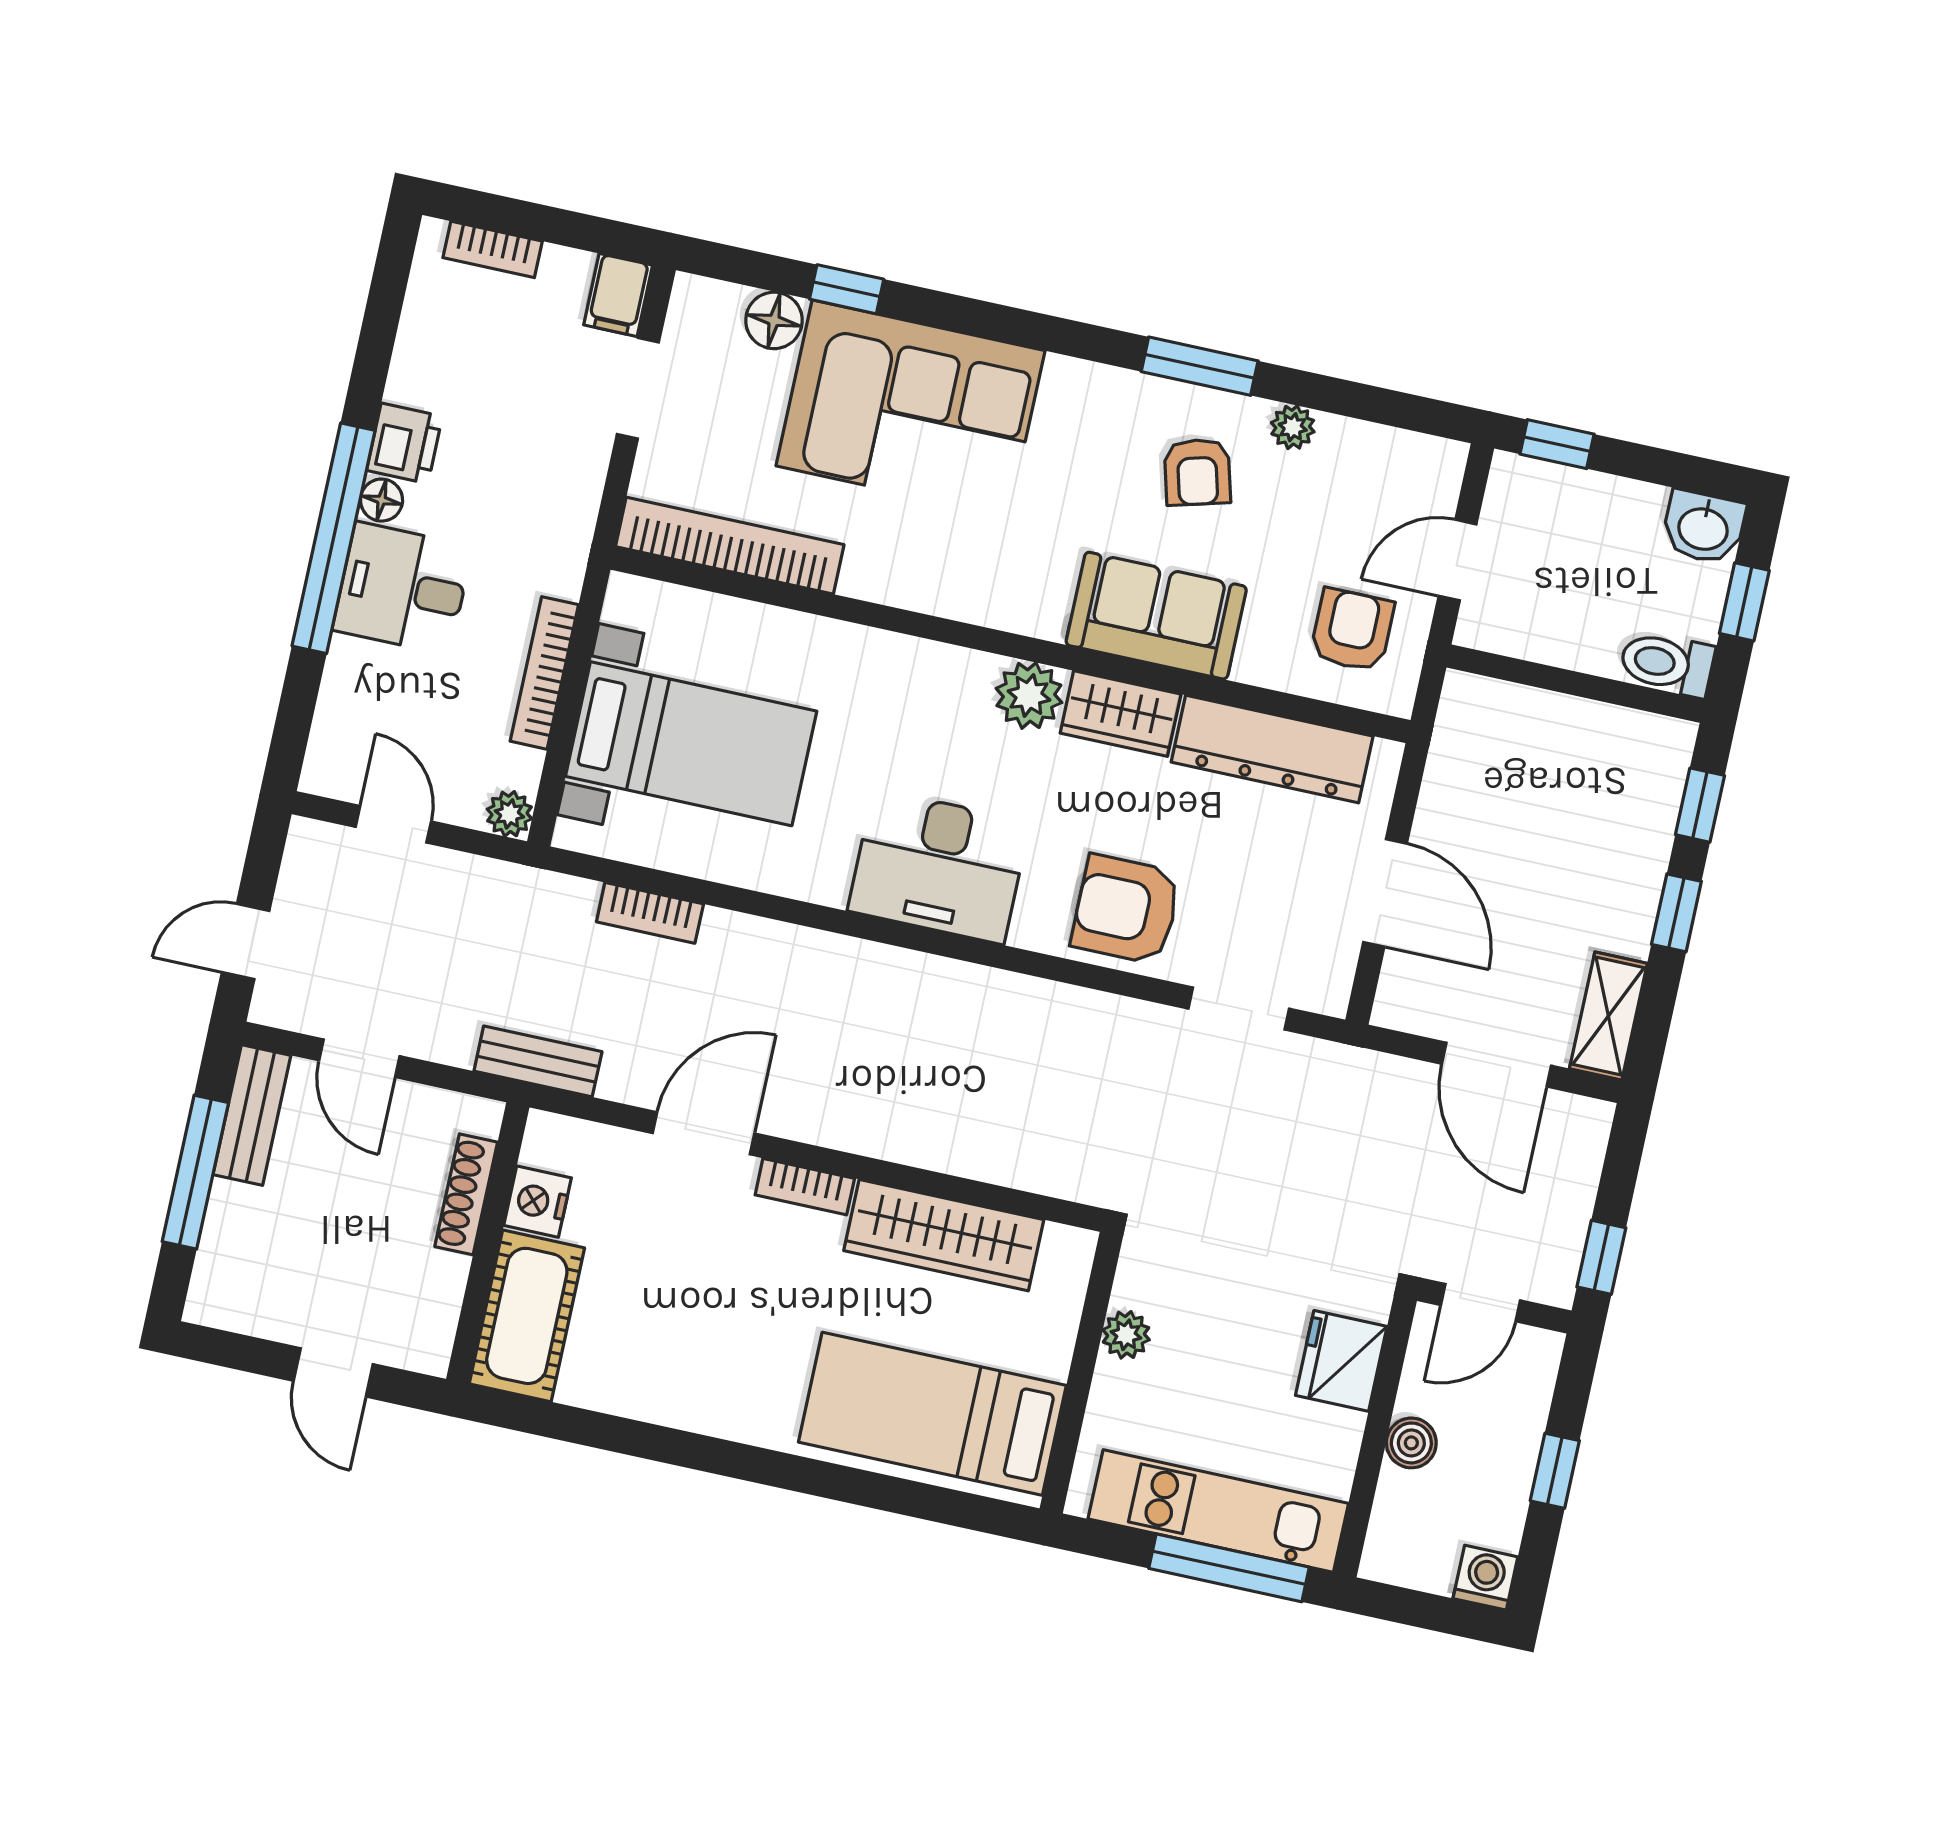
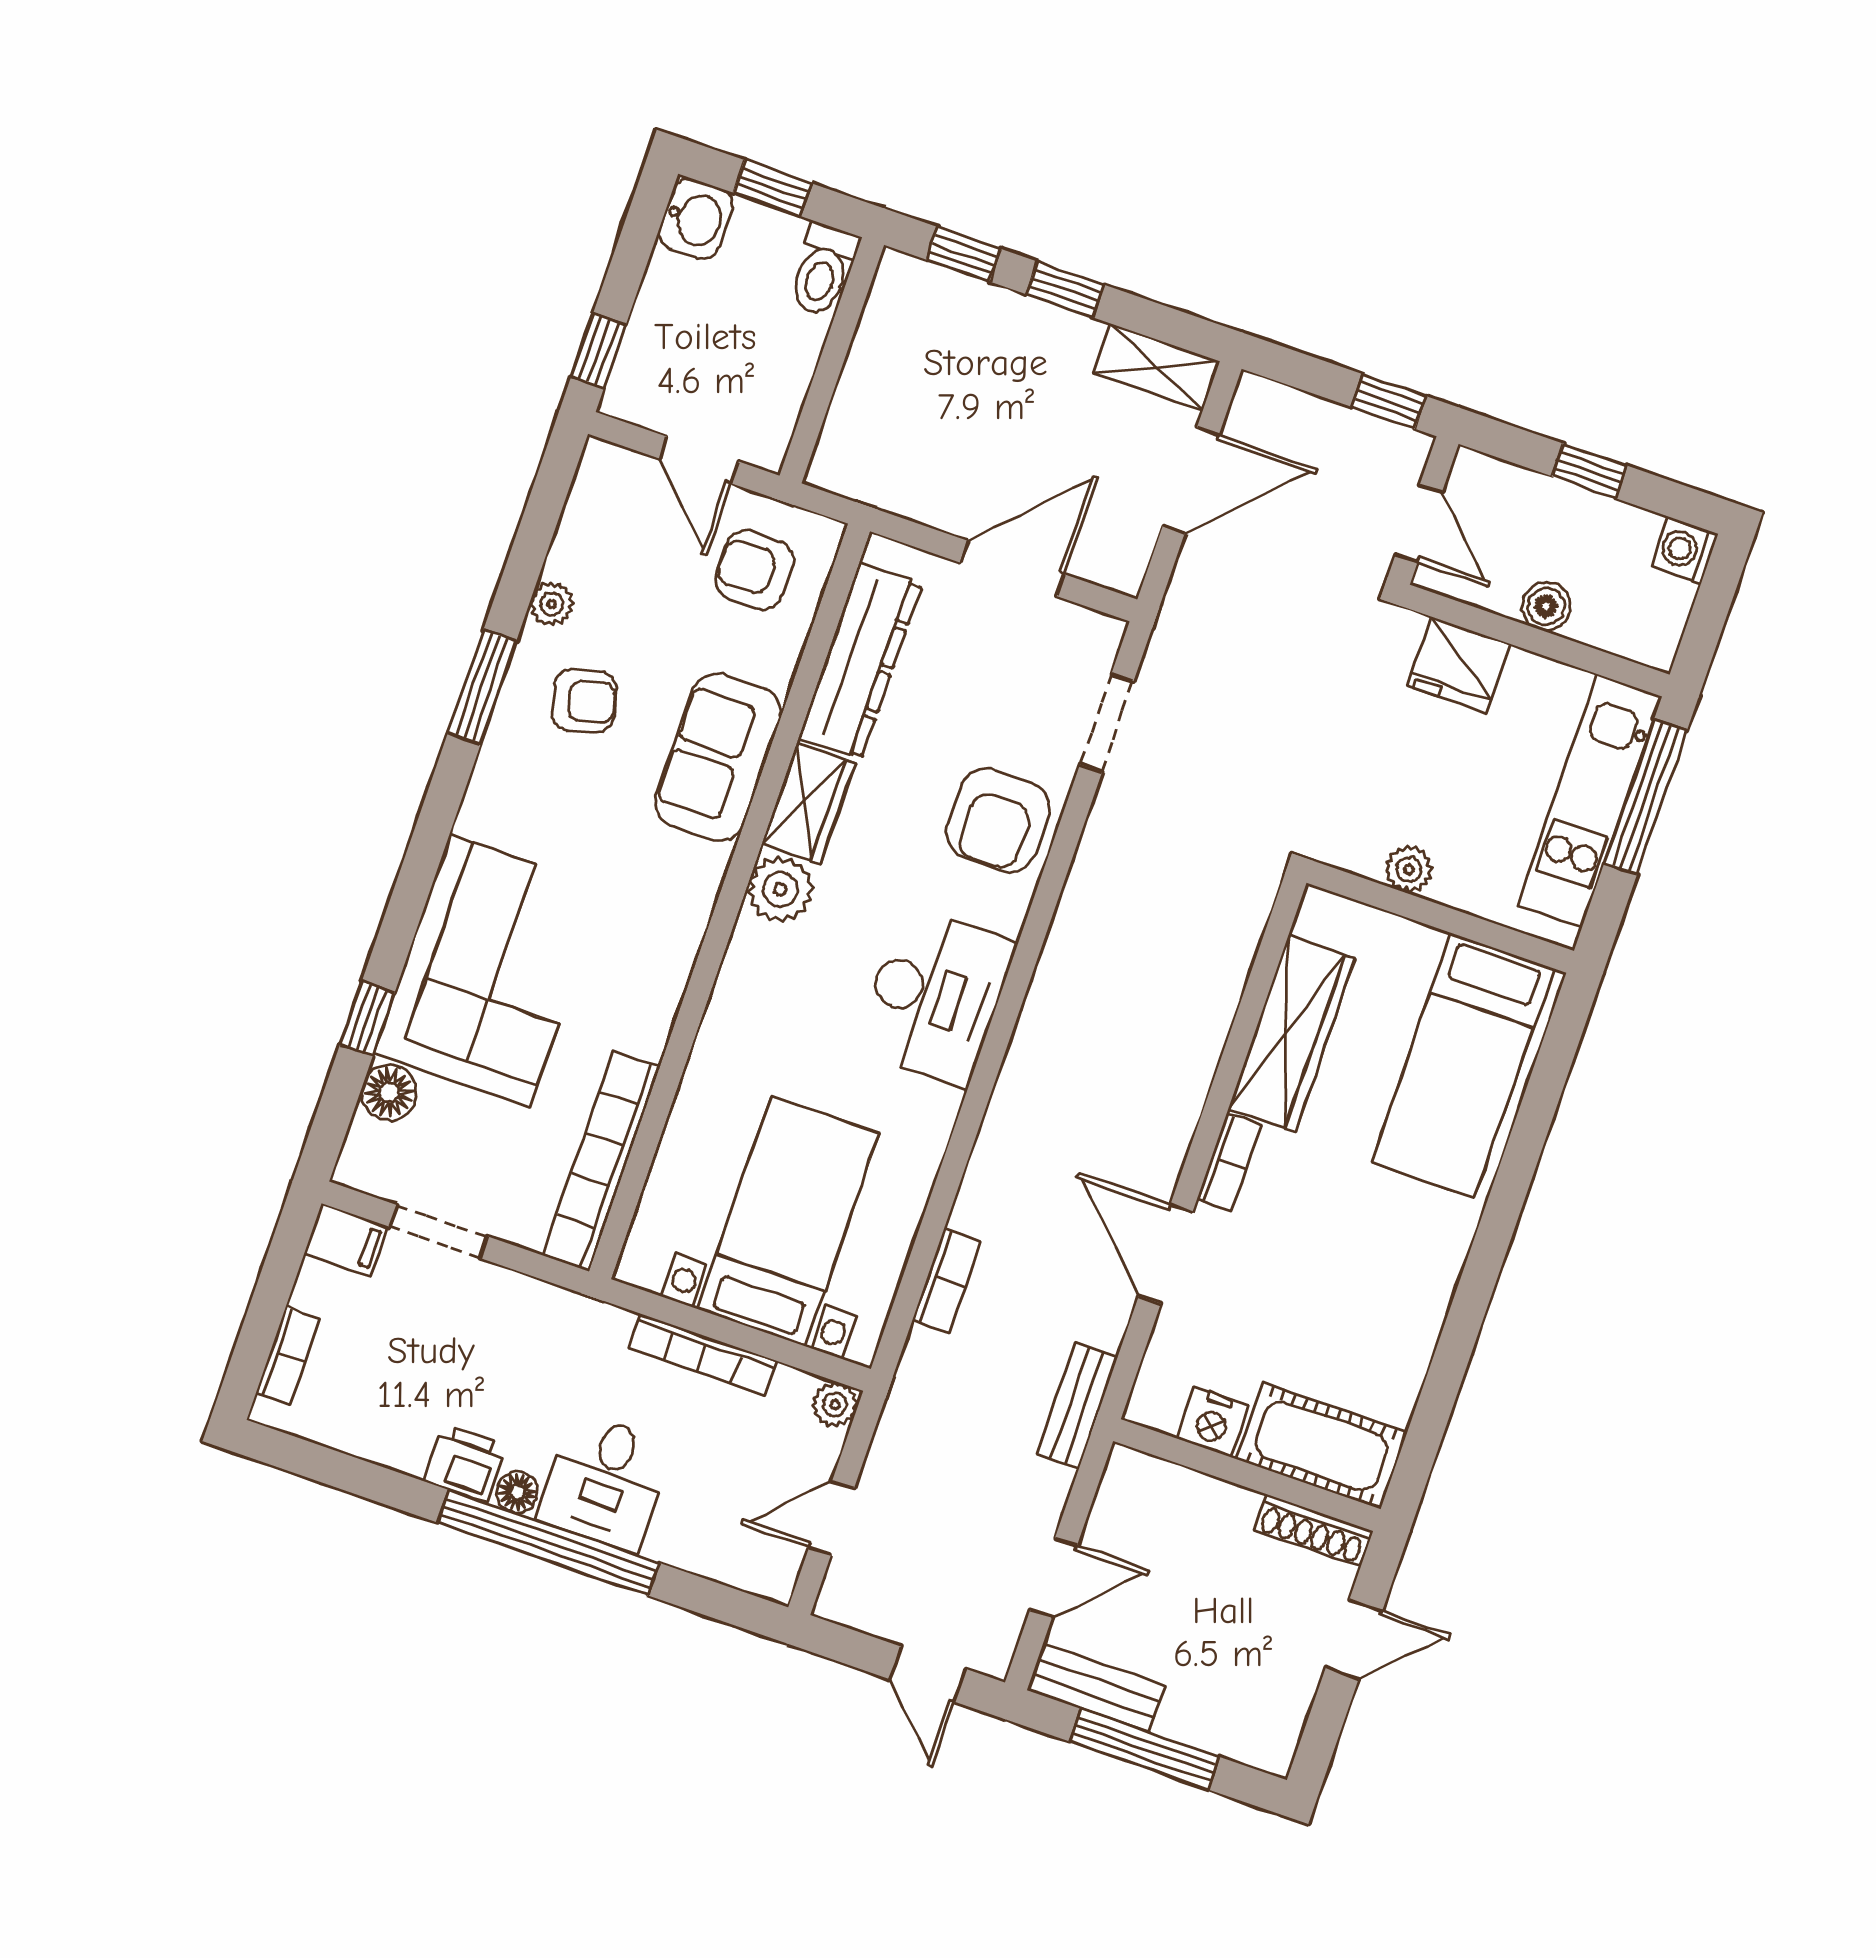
shoe rack: (466, 1194) -> (1313, 1530), moved

